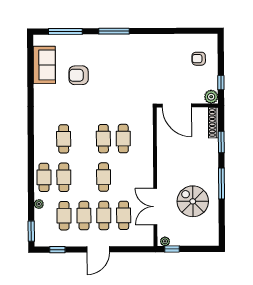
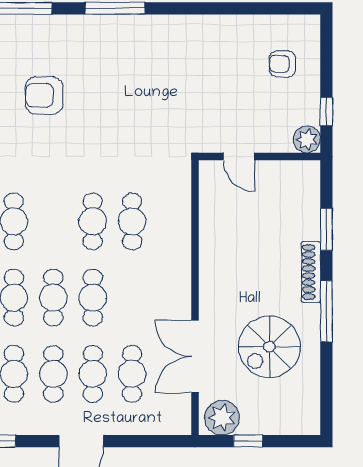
door: (177, 106) -> (239, 157), width x0.53
shoe rack: (213, 123) -> (311, 272), moved
cafe table: (84, 177) -> (53, 298), added
spiral stairs: (193, 201) -> (269, 347), turned -90
plant: (165, 241) -> (222, 418), width x1.88, depth x1.88
window: (172, 249) -> (248, 441), moved

